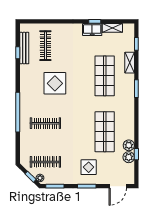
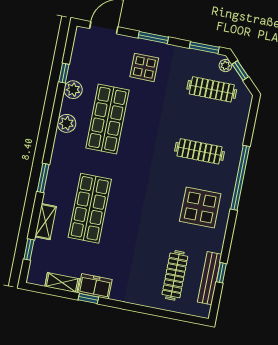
display table: (55, 83) -> (200, 207), moved
plant: (129, 157) -> (67, 123), moved

